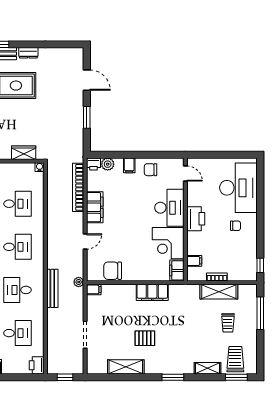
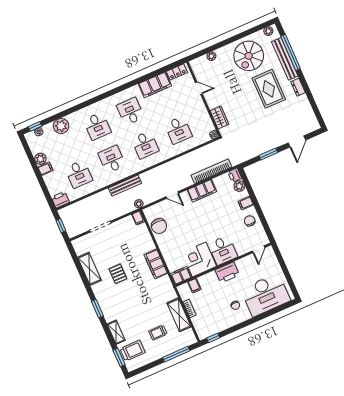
desk: (169, 208) -> (223, 250), width x0.73
chair: (113, 271) -> (159, 226), turned 180

